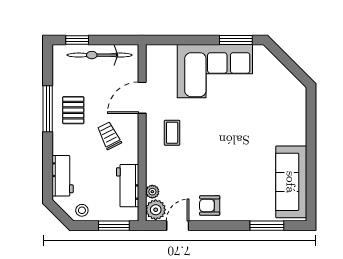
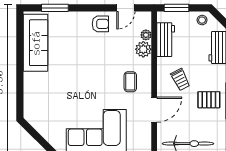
pallet: (73, 110) -> (209, 100), turned 90
plant: (156, 210) -> (143, 49), moved

